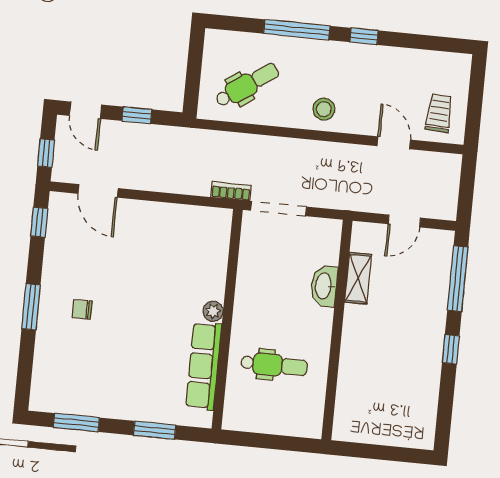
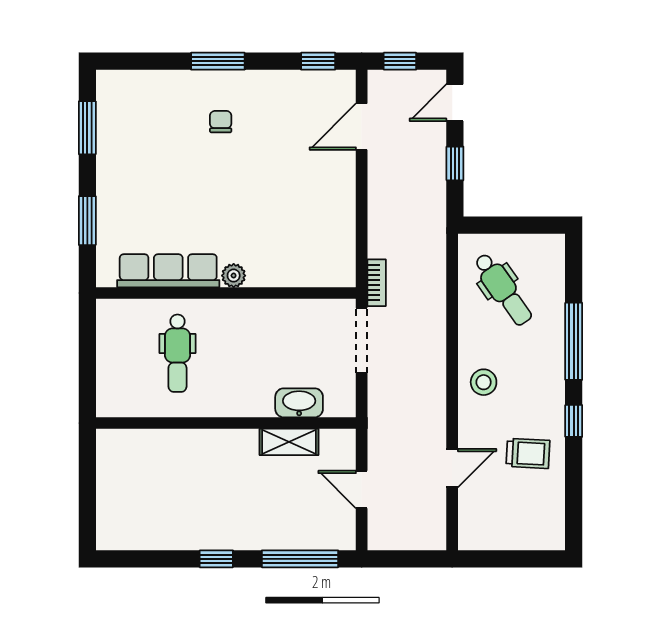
trolley: (439, 113) -> (528, 453), moved
washbasin: (324, 286) -> (299, 403), moved

